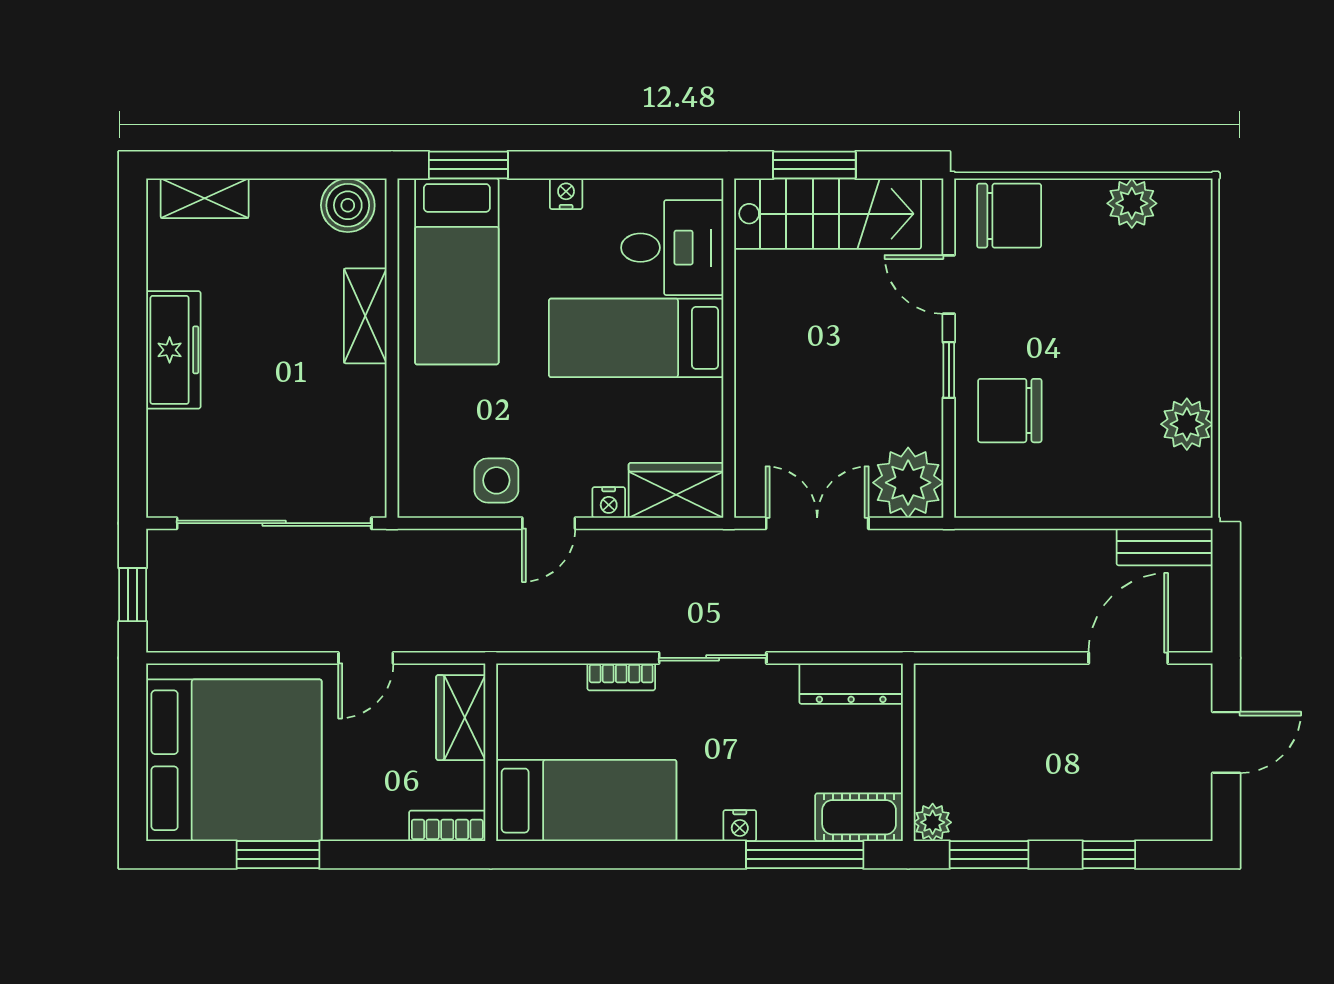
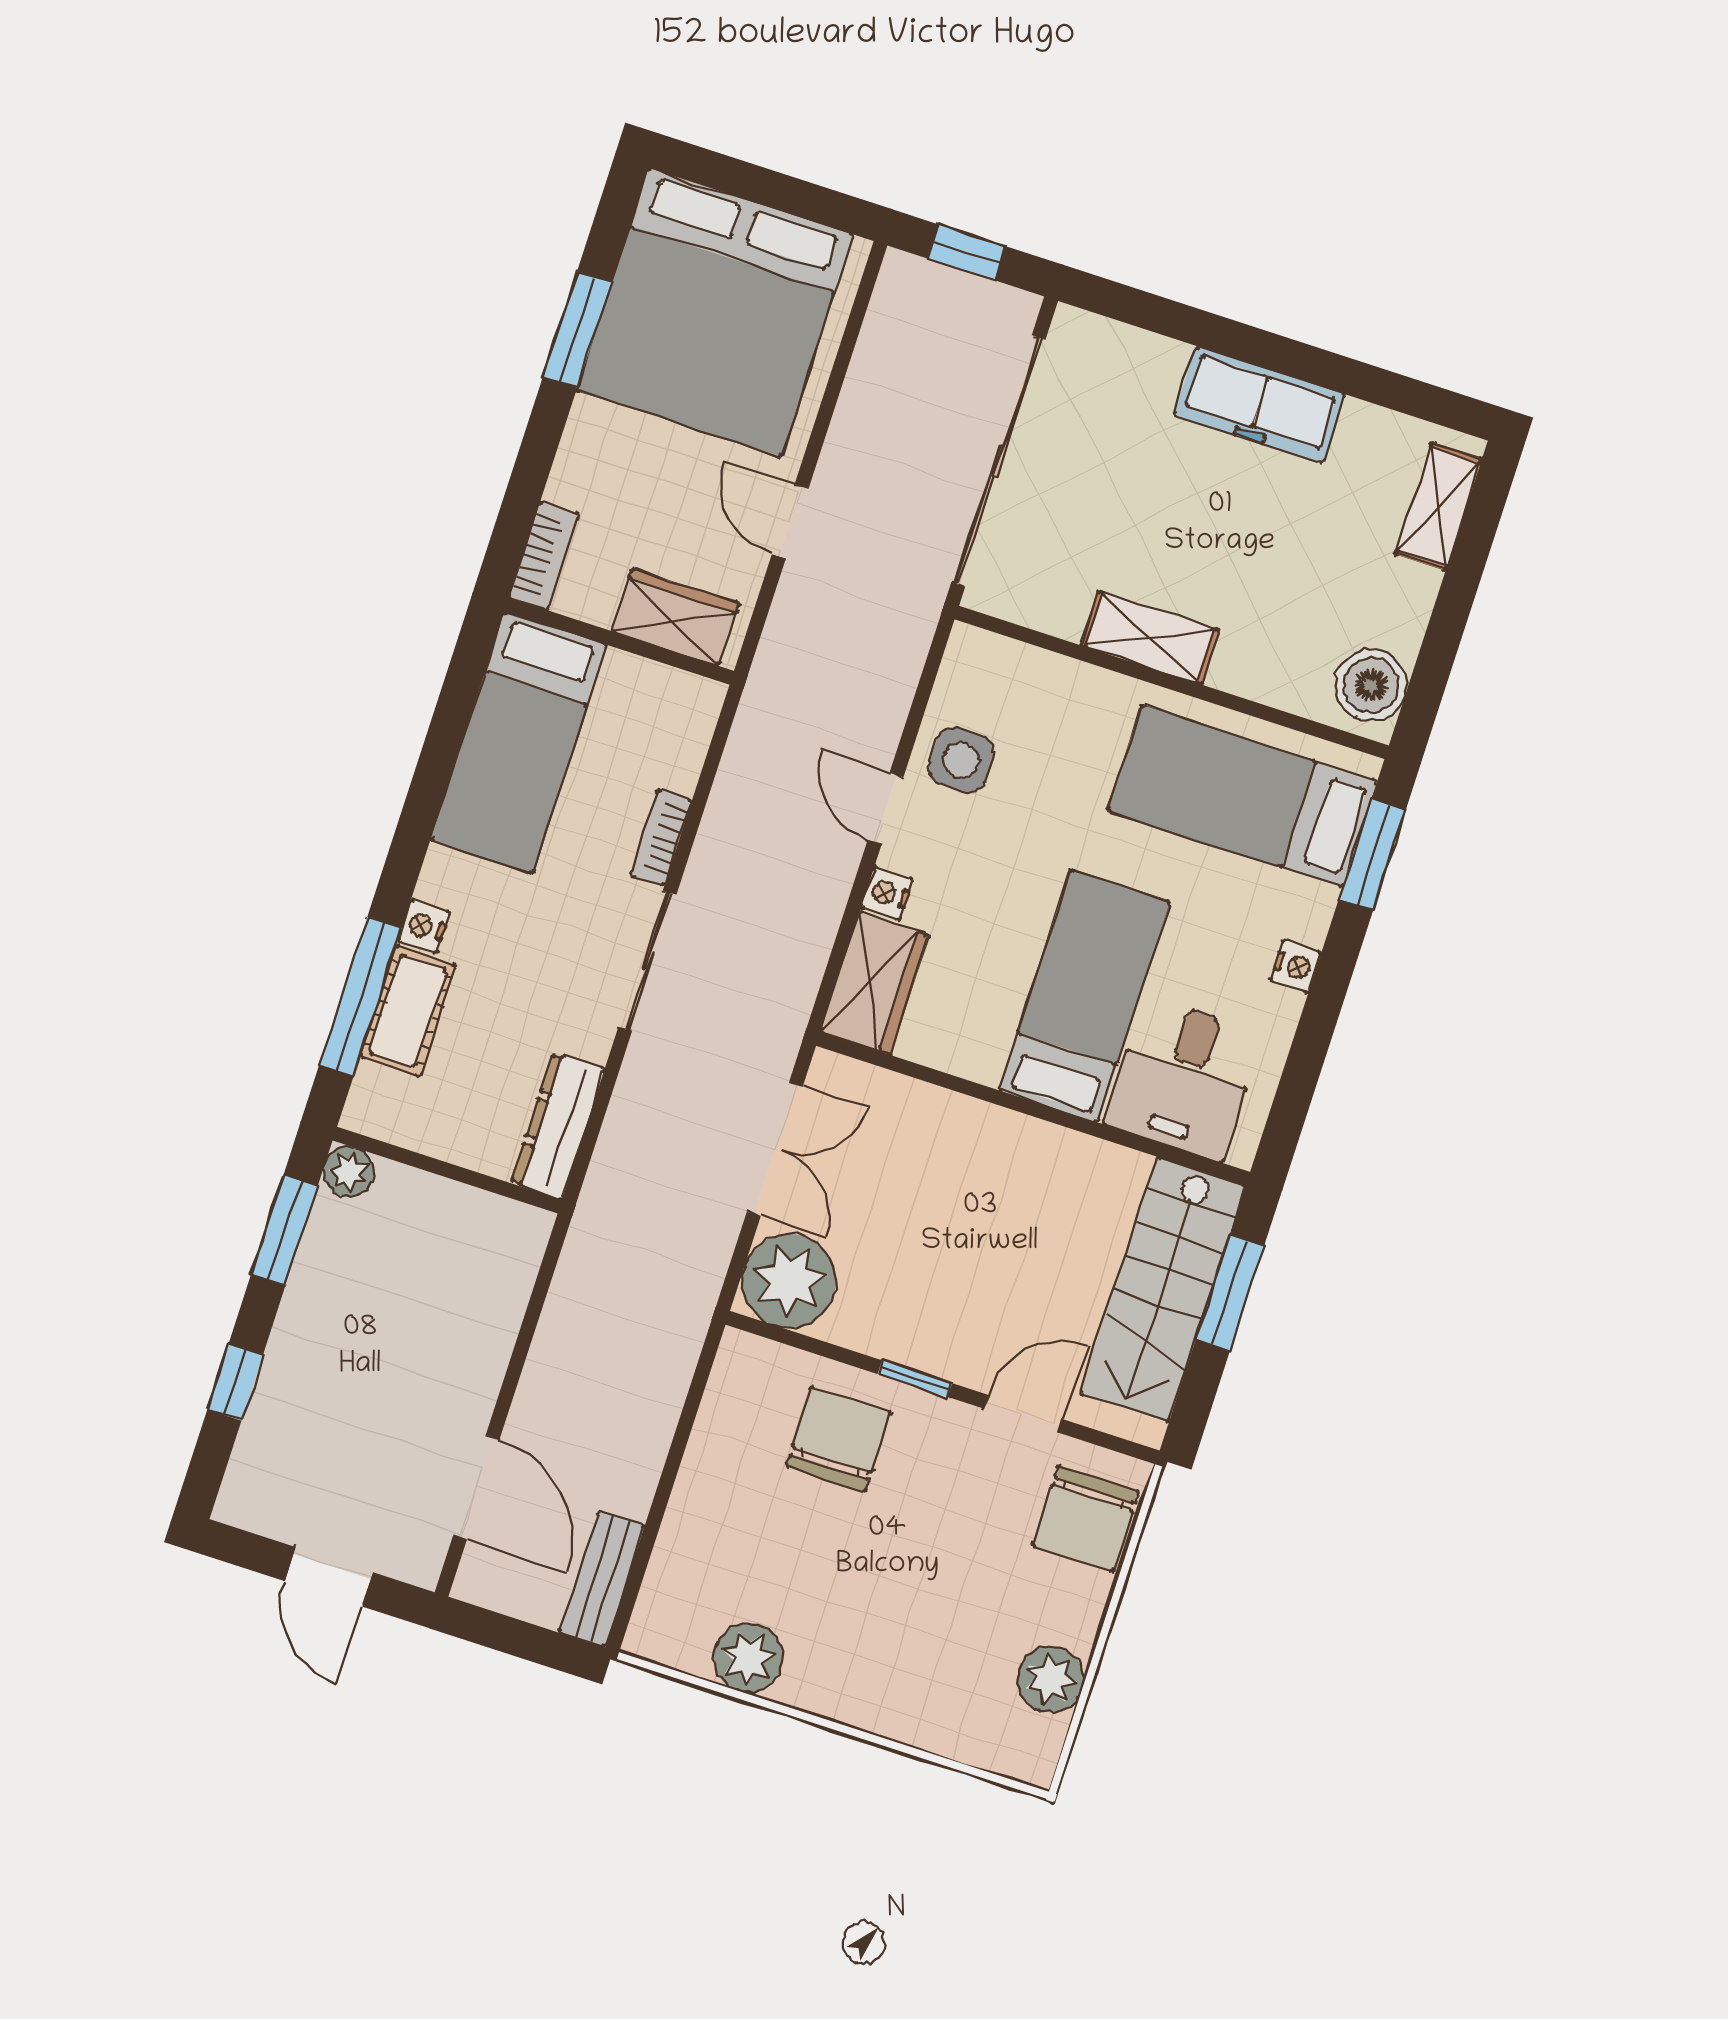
shelving: (365, 316) -> (1150, 638), moved
cot: (859, 817) -> (408, 1011), moved

